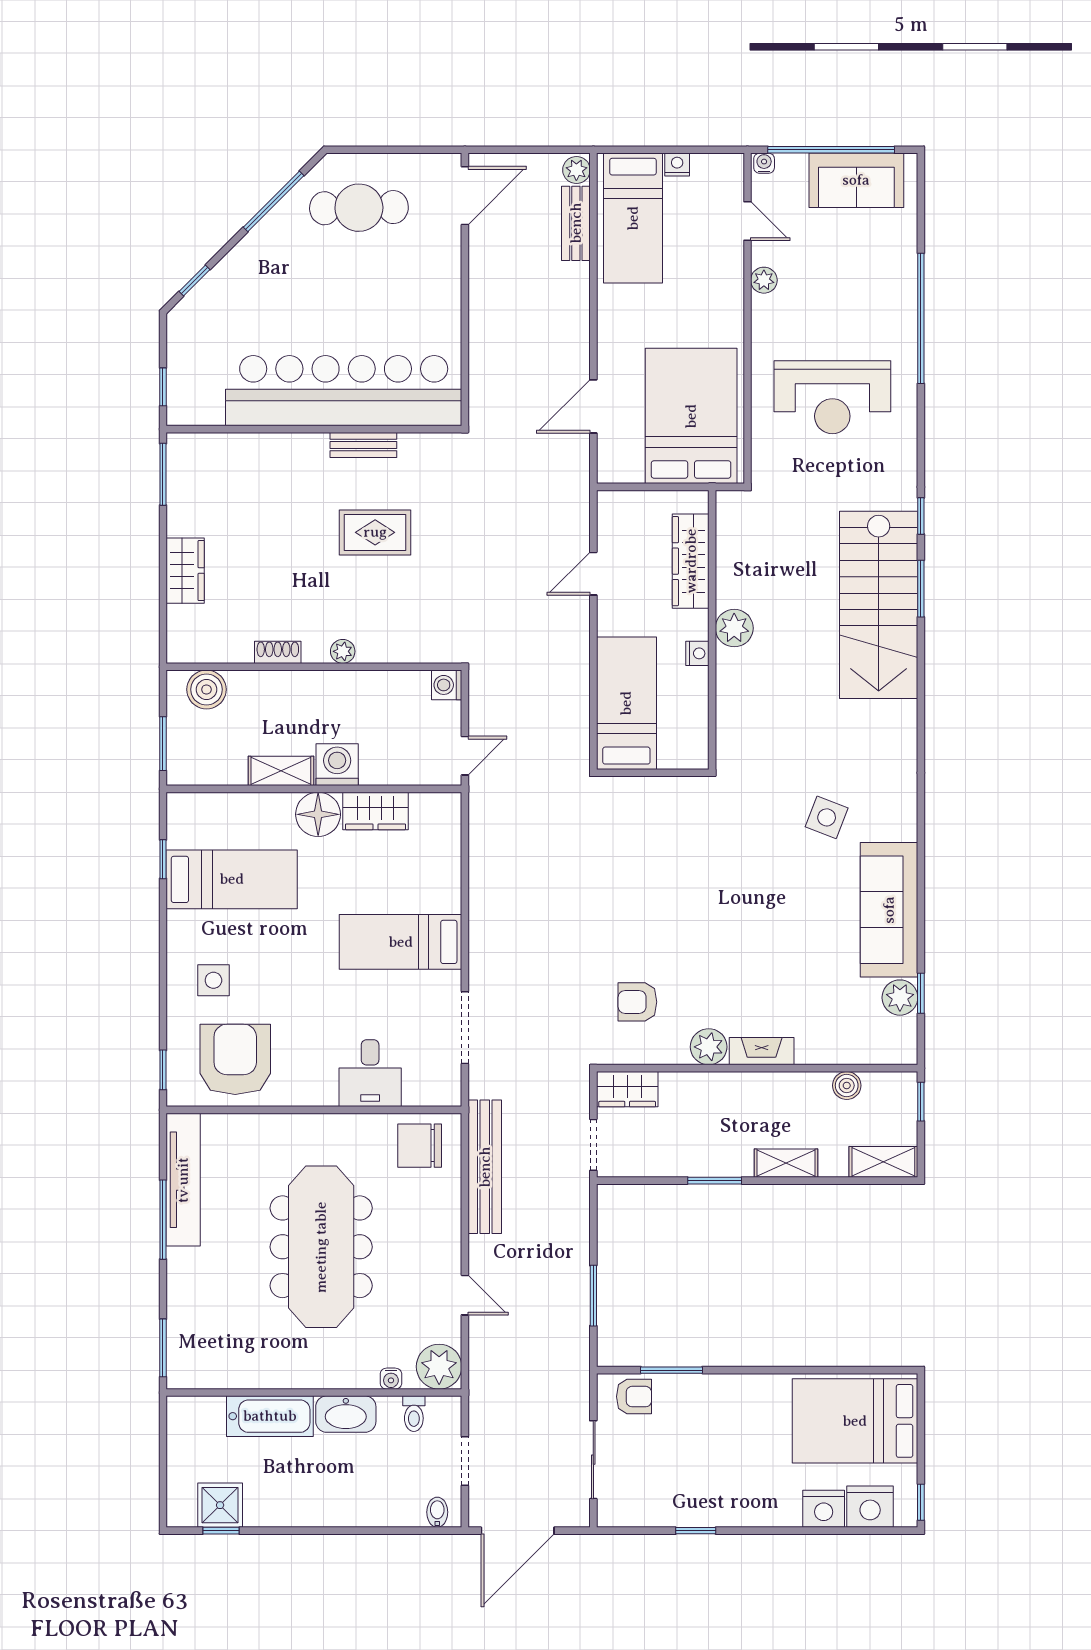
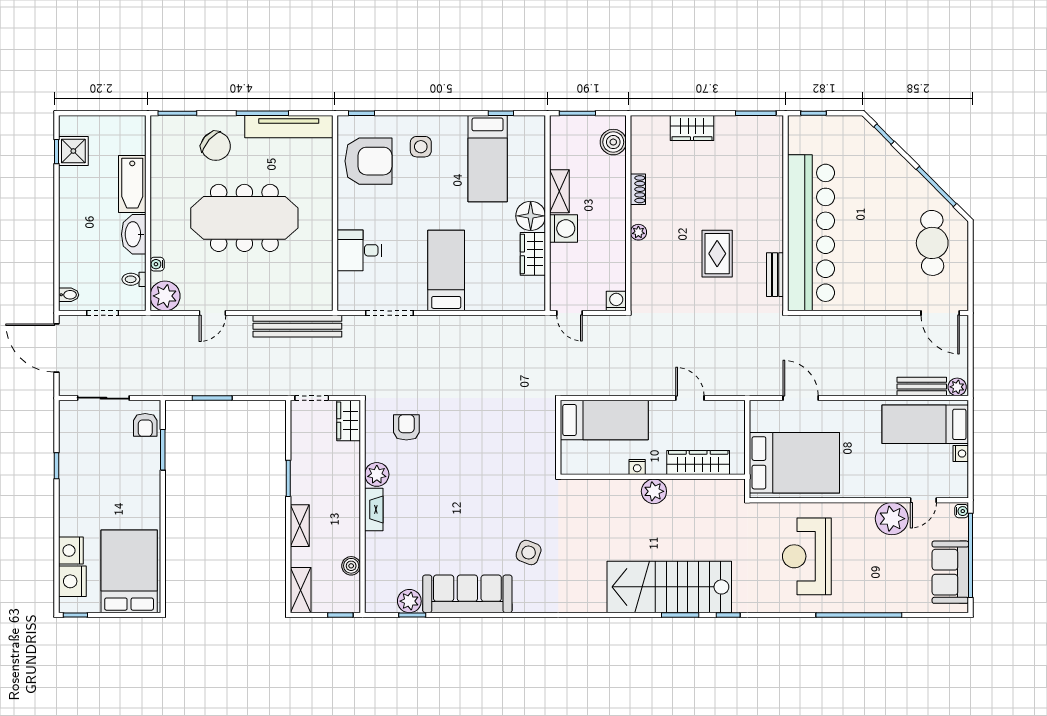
plant: (764, 280) -> (892, 519), width x1.87, depth x1.87
bench: (363, 445) -> (775, 275), moved
chair: (420, 1146) -> (216, 146), moved, turned 131

